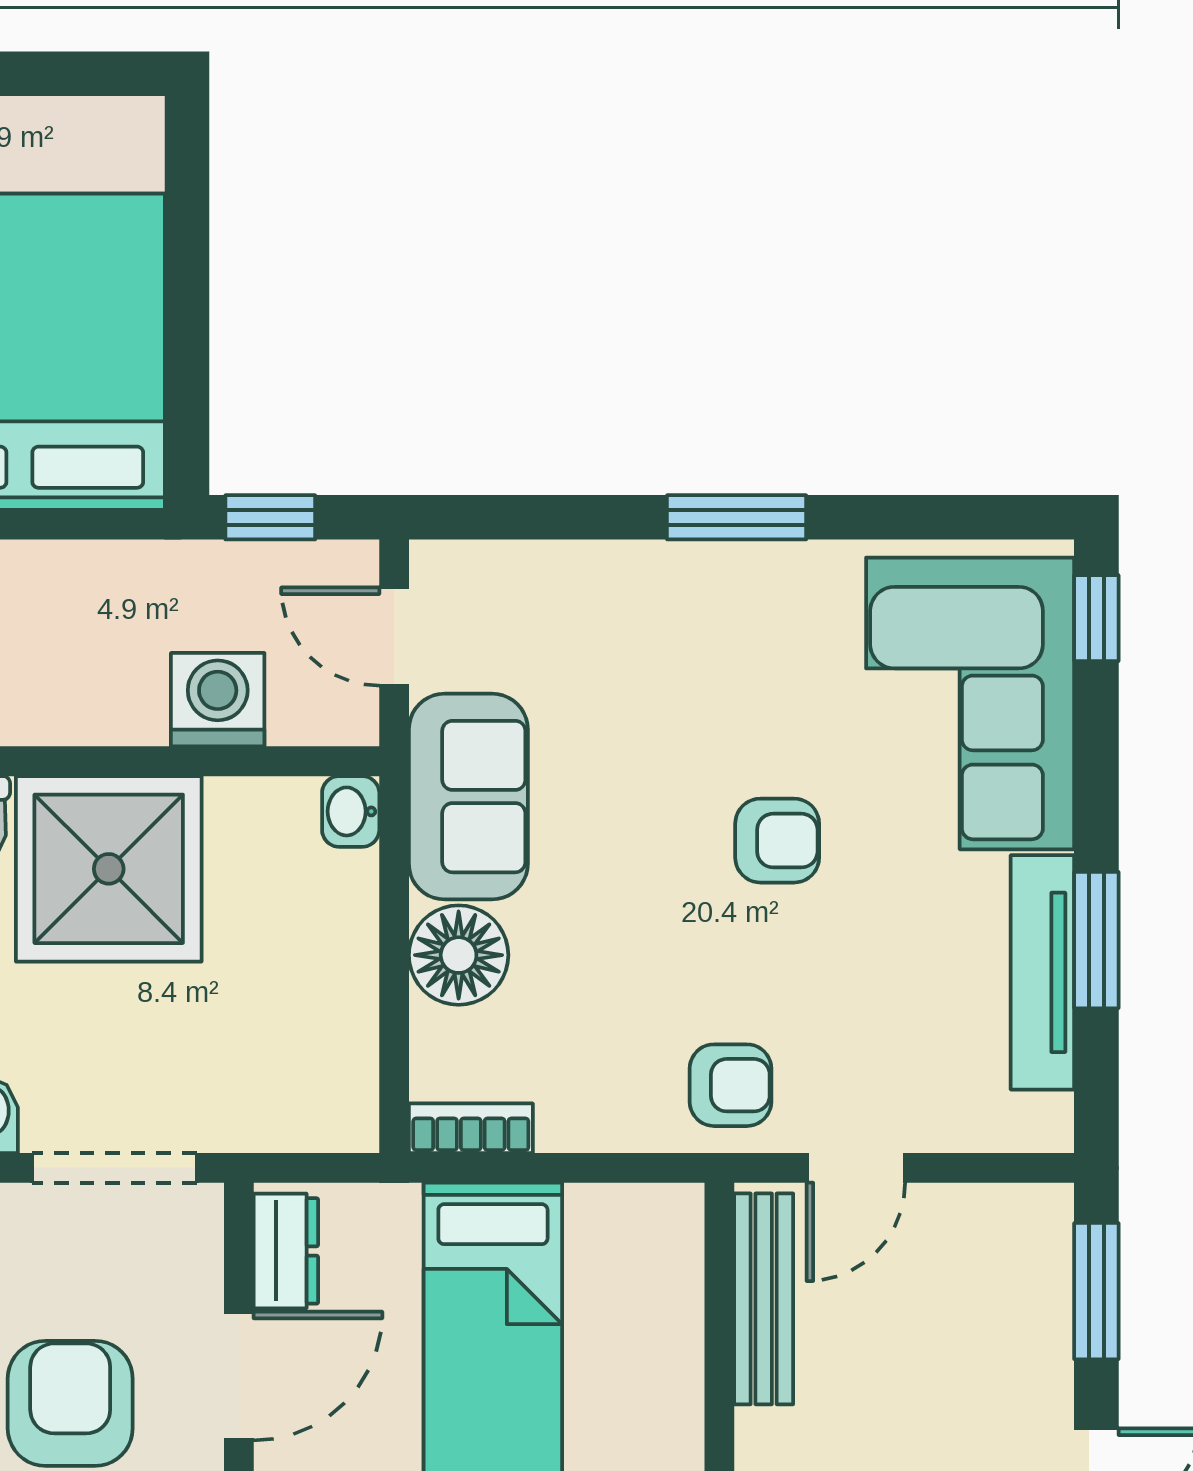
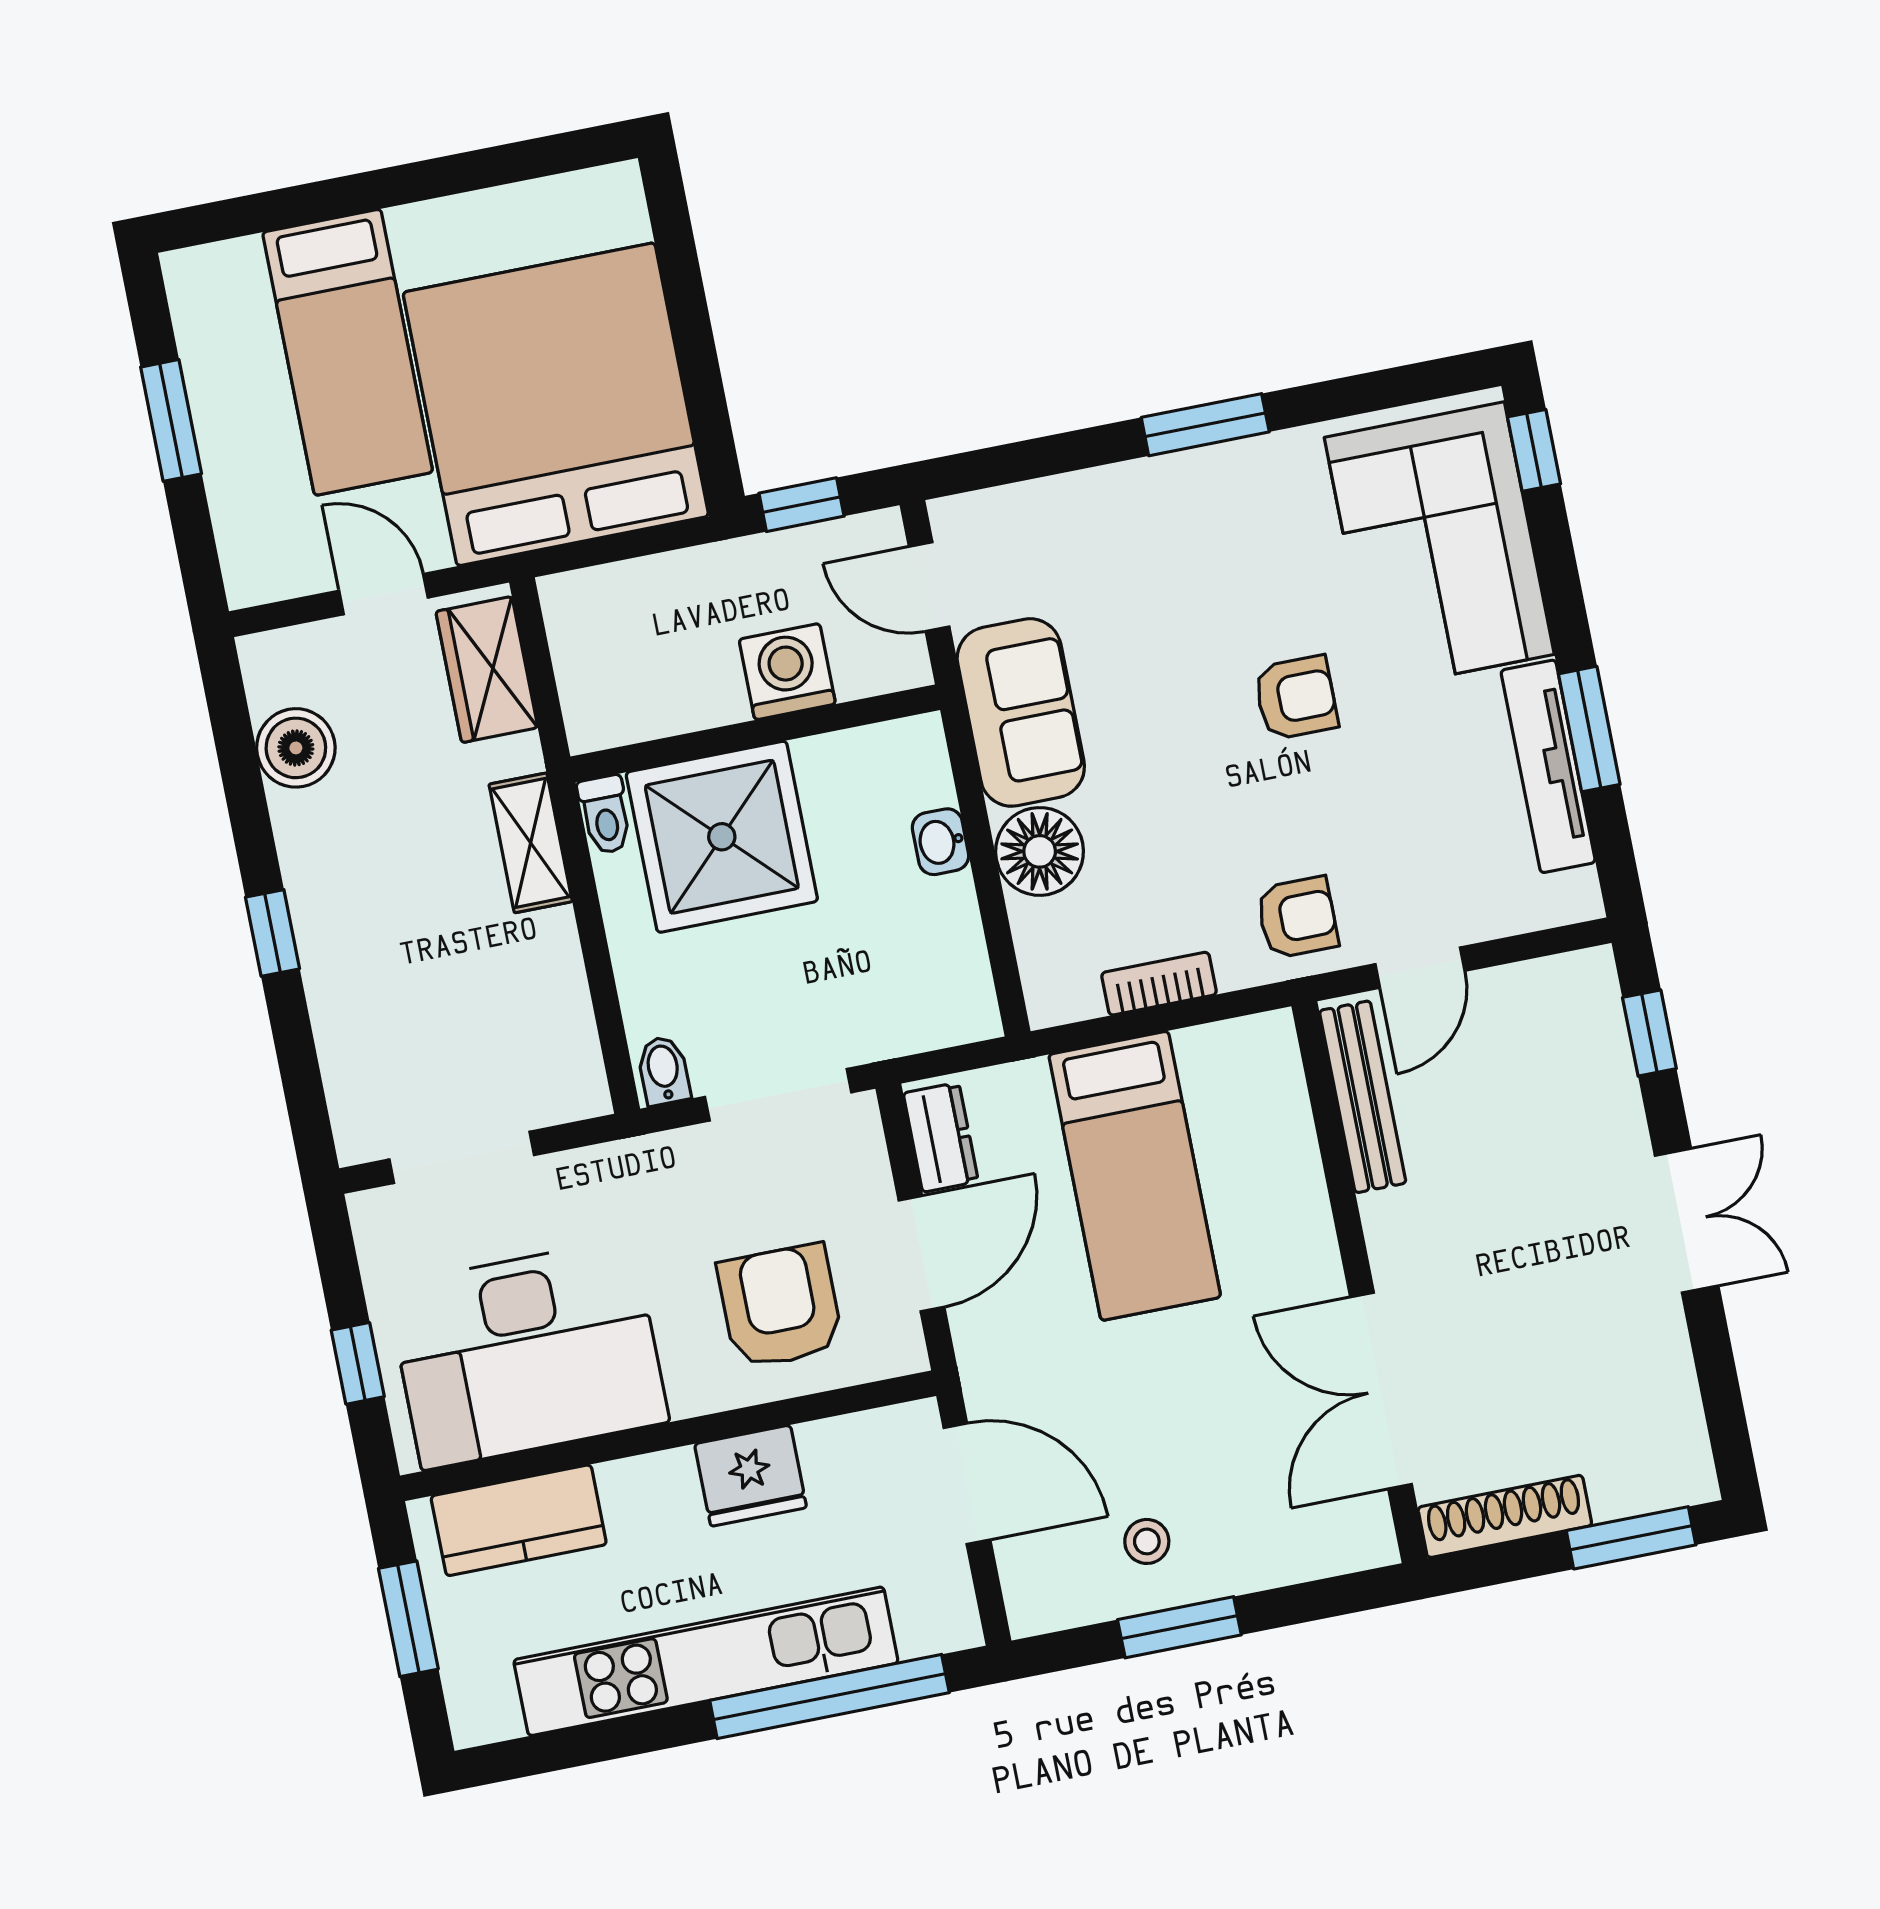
washbasin: (351, 811) -> (941, 842), moved
bookcase: (471, 1128) -> (1159, 984), moved
window: (1096, 1291) -> (1649, 1033), width x0.67

